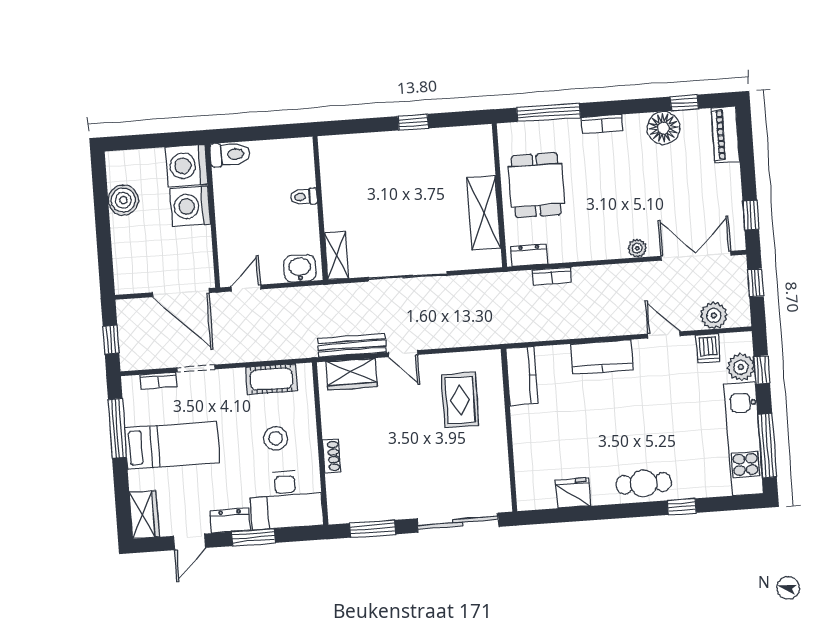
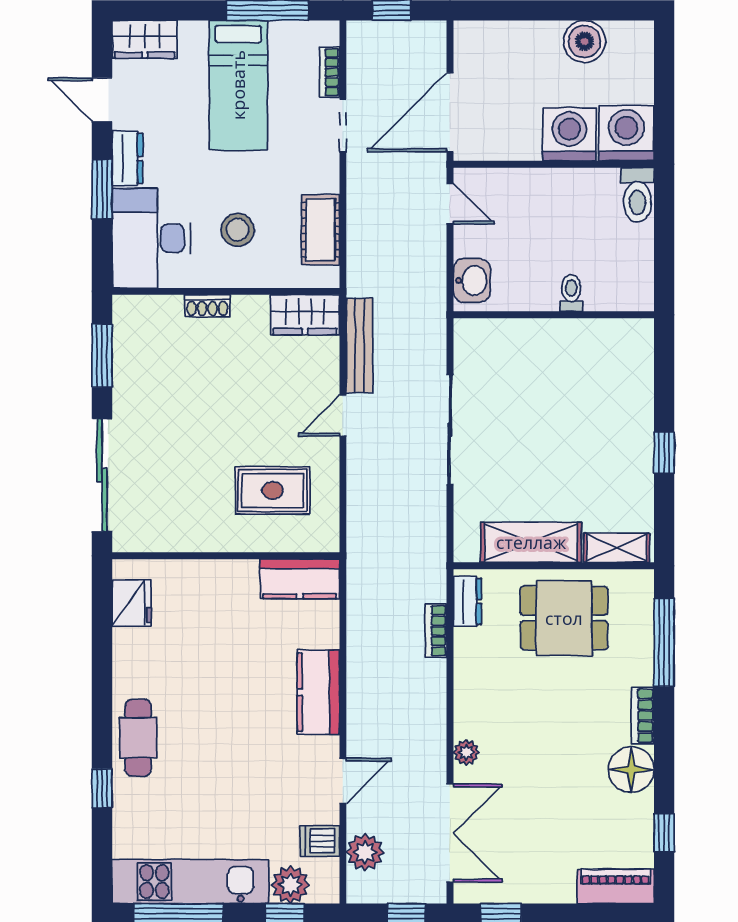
floor lamp: (663, 128) -> (631, 770), moved
shelving: (337, 256) -> (617, 548), moved
wardrobe: (351, 374) -> (305, 315), moved, turned -90
fridge: (573, 493) -> (132, 603), moved

